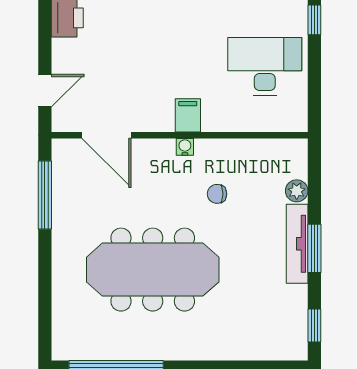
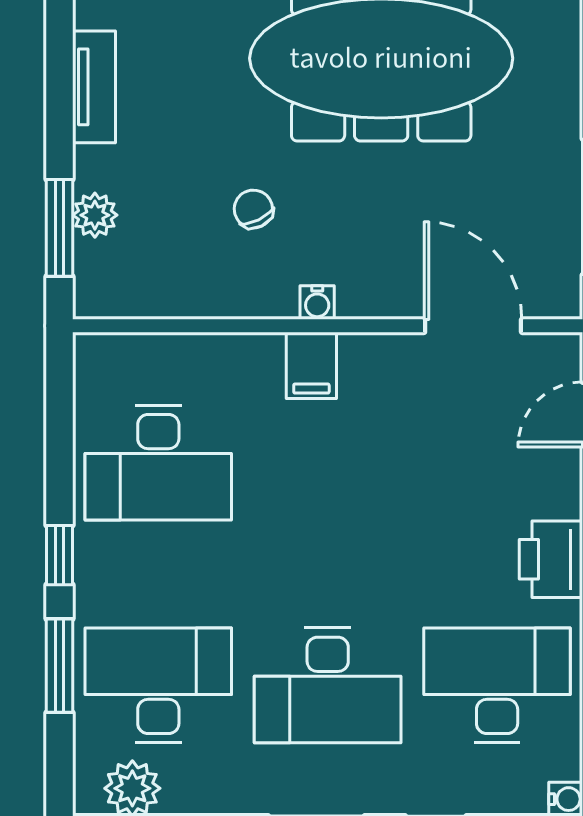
chair: (217, 194) -> (253, 209), turned -116
tv unit: (297, 244) -> (94, 87), width x0.71
window: (314, 248) -> (60, 228), moved

